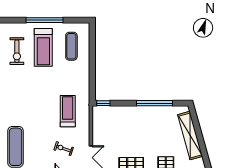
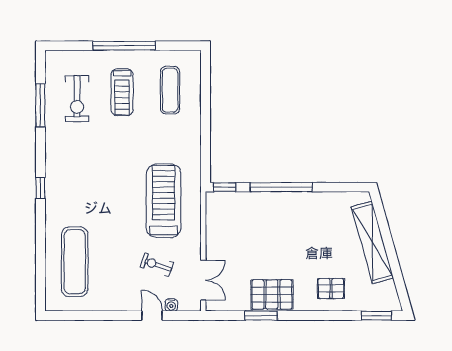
treadmill: (43, 47) -> (122, 92), width x0.73, depth x0.73
window: (155, 103) -> (281, 187), moved
treadmill: (68, 111) -> (164, 201), width x1.37, depth x1.37

